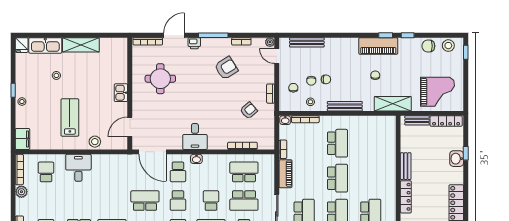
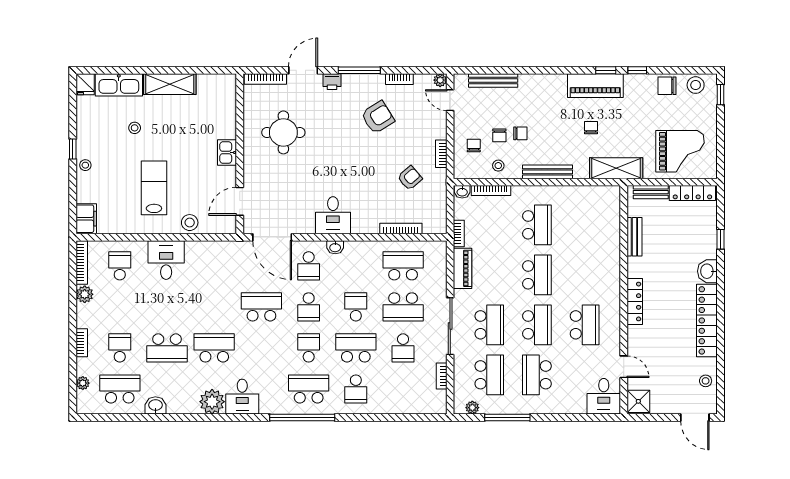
washbasin: (457, 159) -> (707, 271), moved
bench: (406, 166) -> (634, 237), moved

